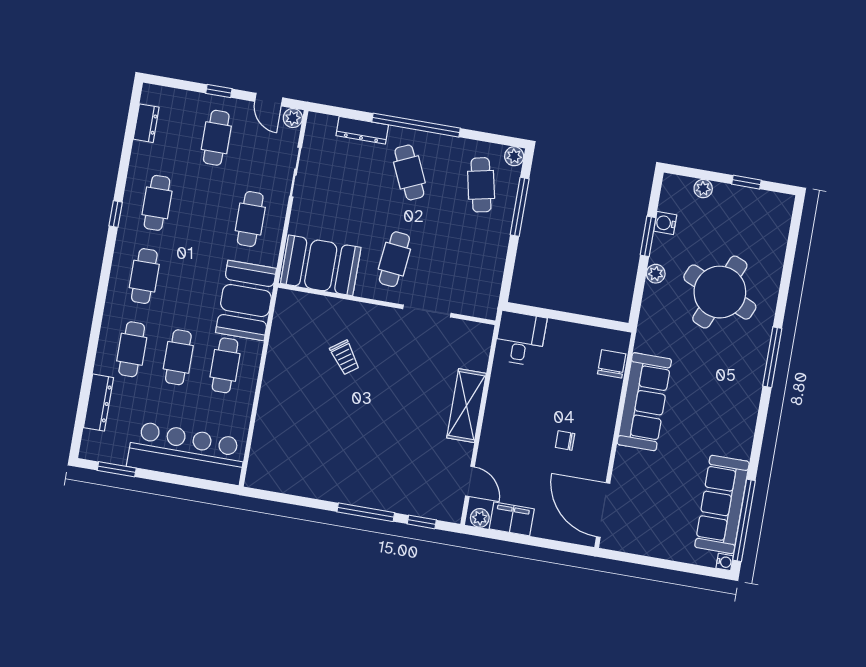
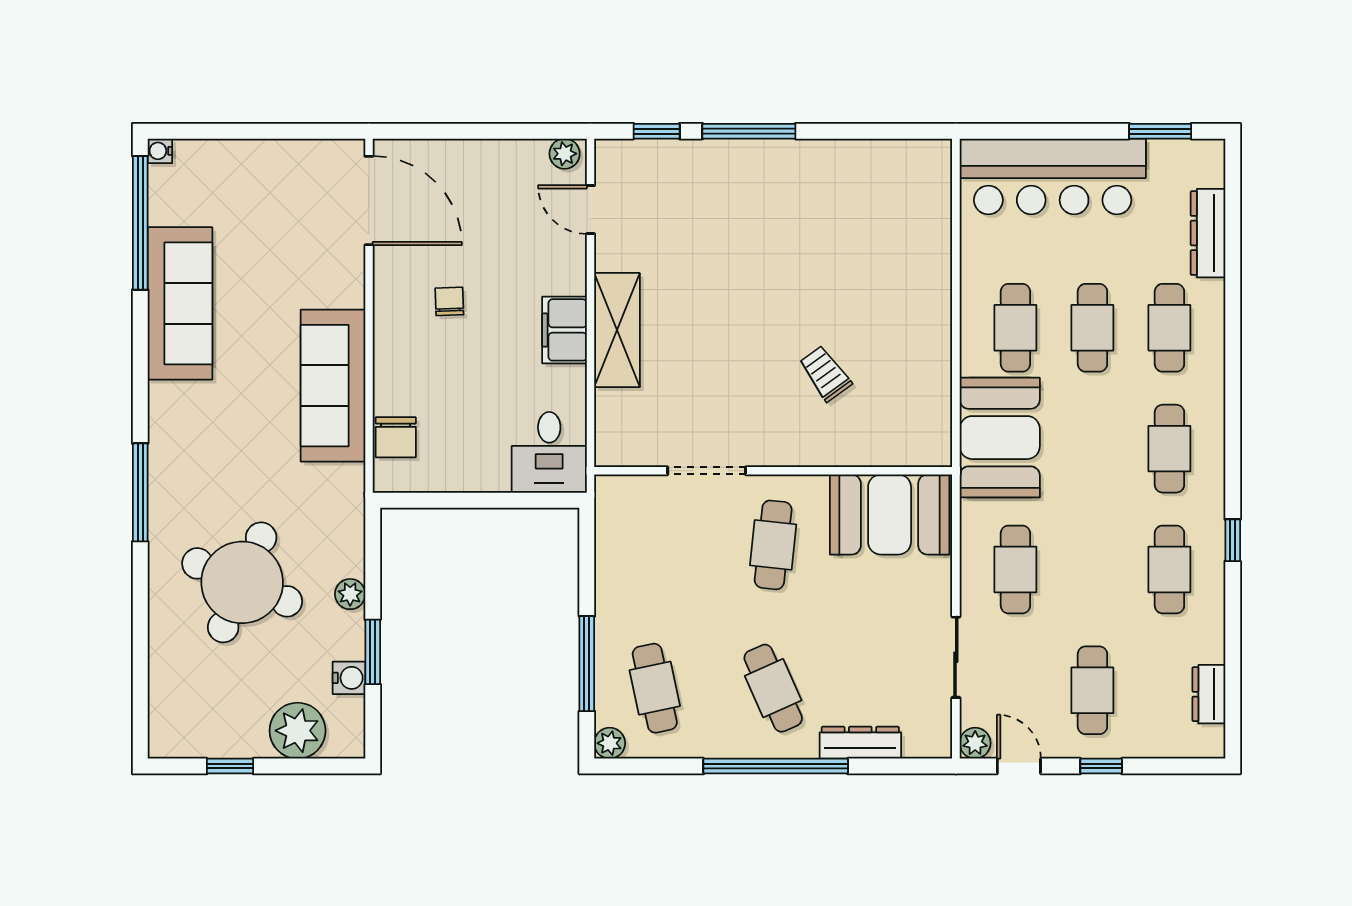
plant: (703, 189) -> (298, 731), width x1.87, depth x1.87
chair: (565, 441) -> (449, 301), turned -92
sofa: (722, 504) -> (180, 303), moved
filing cabinet: (512, 519) -> (564, 330), moved, turned 90

